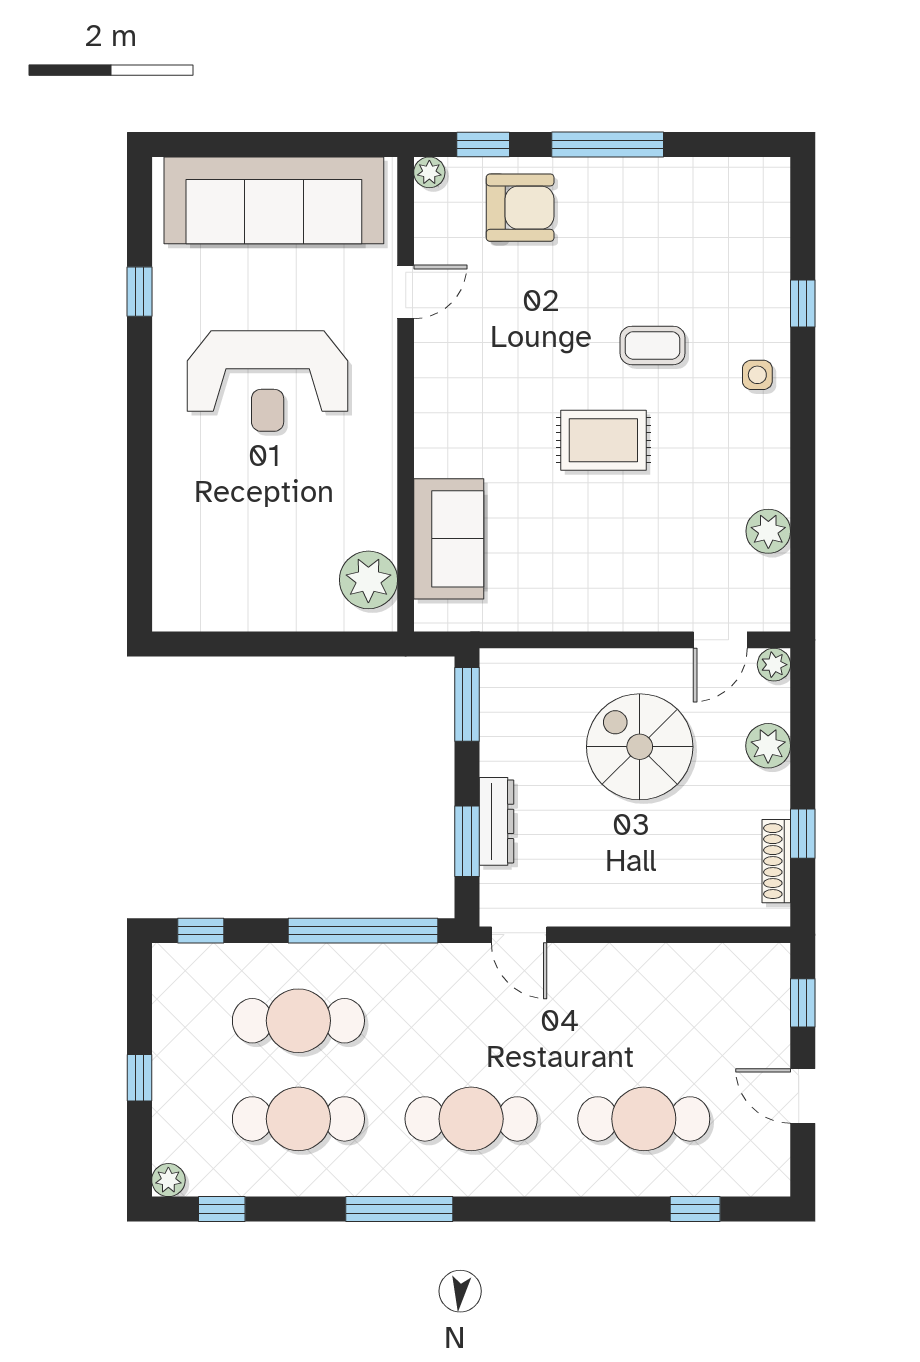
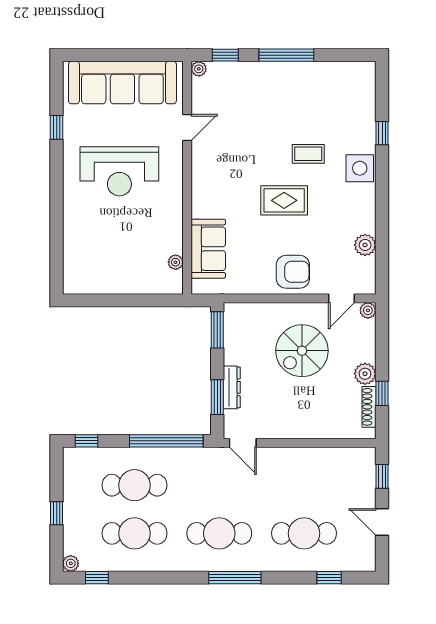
armchair: (520, 208) -> (293, 272), moved
side table: (757, 375) -> (360, 168), width x1.87, depth x1.87
plant: (368, 580) -> (176, 262), width x0.53, depth x0.53
plant: (768, 746) -> (365, 374), moved
spiral stairs: (640, 747) -> (302, 351), turned -90
window: (399, 1209) -> (235, 578), moved

